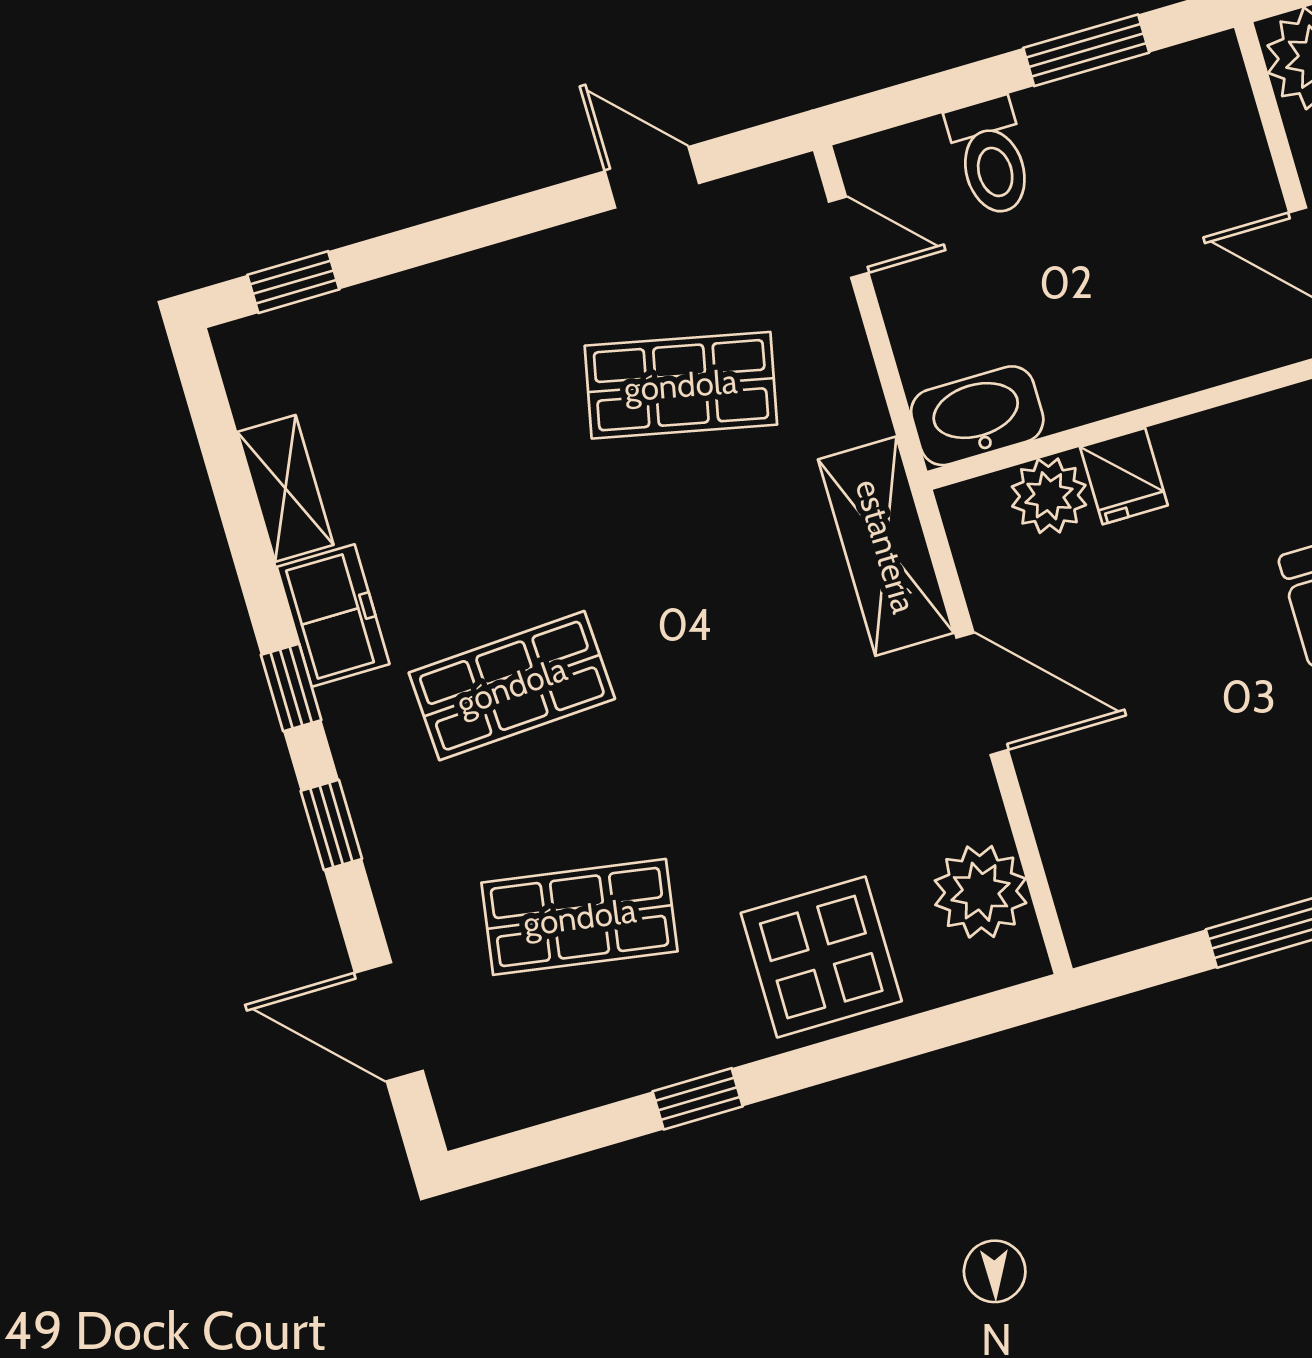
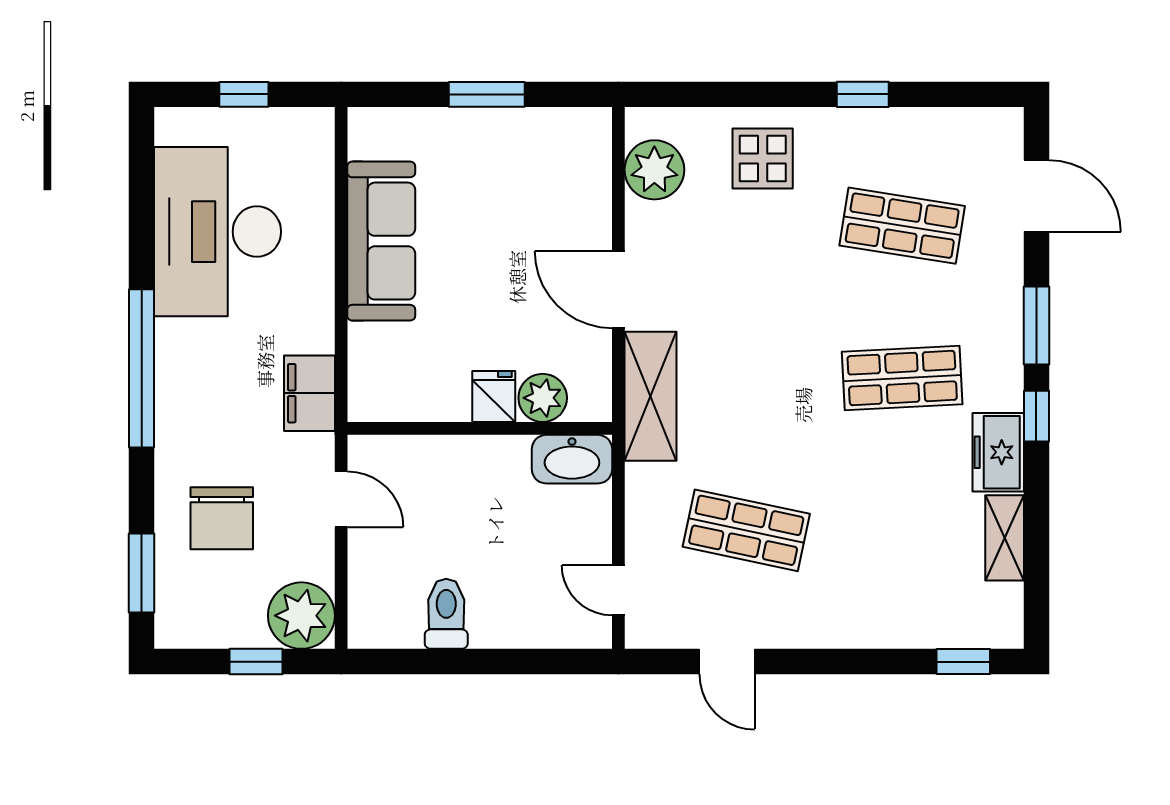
window: (1086, 50) -> (441, 662), removed
toilet: (991, 157) -> (446, 614), moved
window: (331, 825) -> (1036, 326), width x1.50
display table: (821, 957) -> (763, 158), width x0.73, depth x0.73

